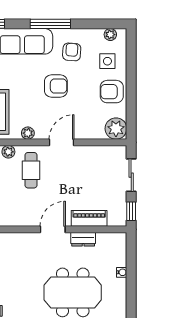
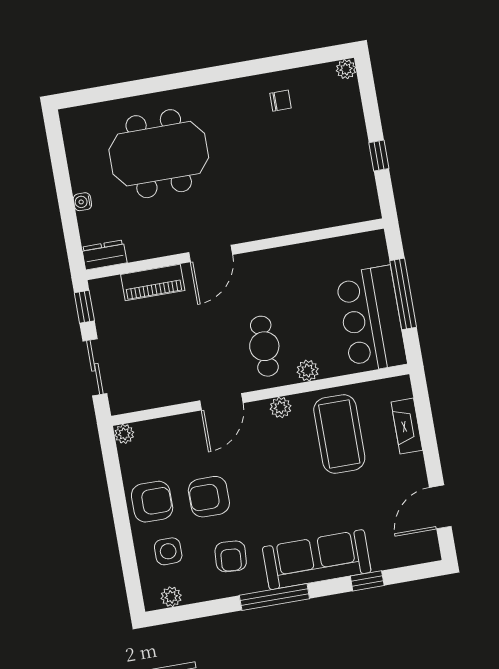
armchair: (56, 86) -> (209, 497), moved
plant: (116, 129) -> (124, 434), width x0.53, depth x0.53
dresser: (83, 239) -> (104, 255), moved

